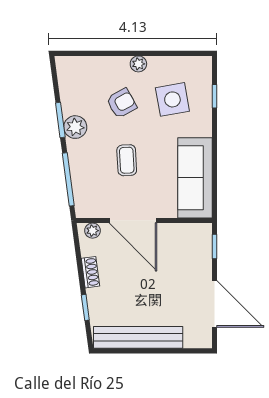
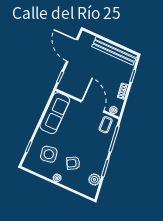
plant: (75, 127) -> (94, 179), moved
coffee table: (127, 160) -> (106, 125), moved

